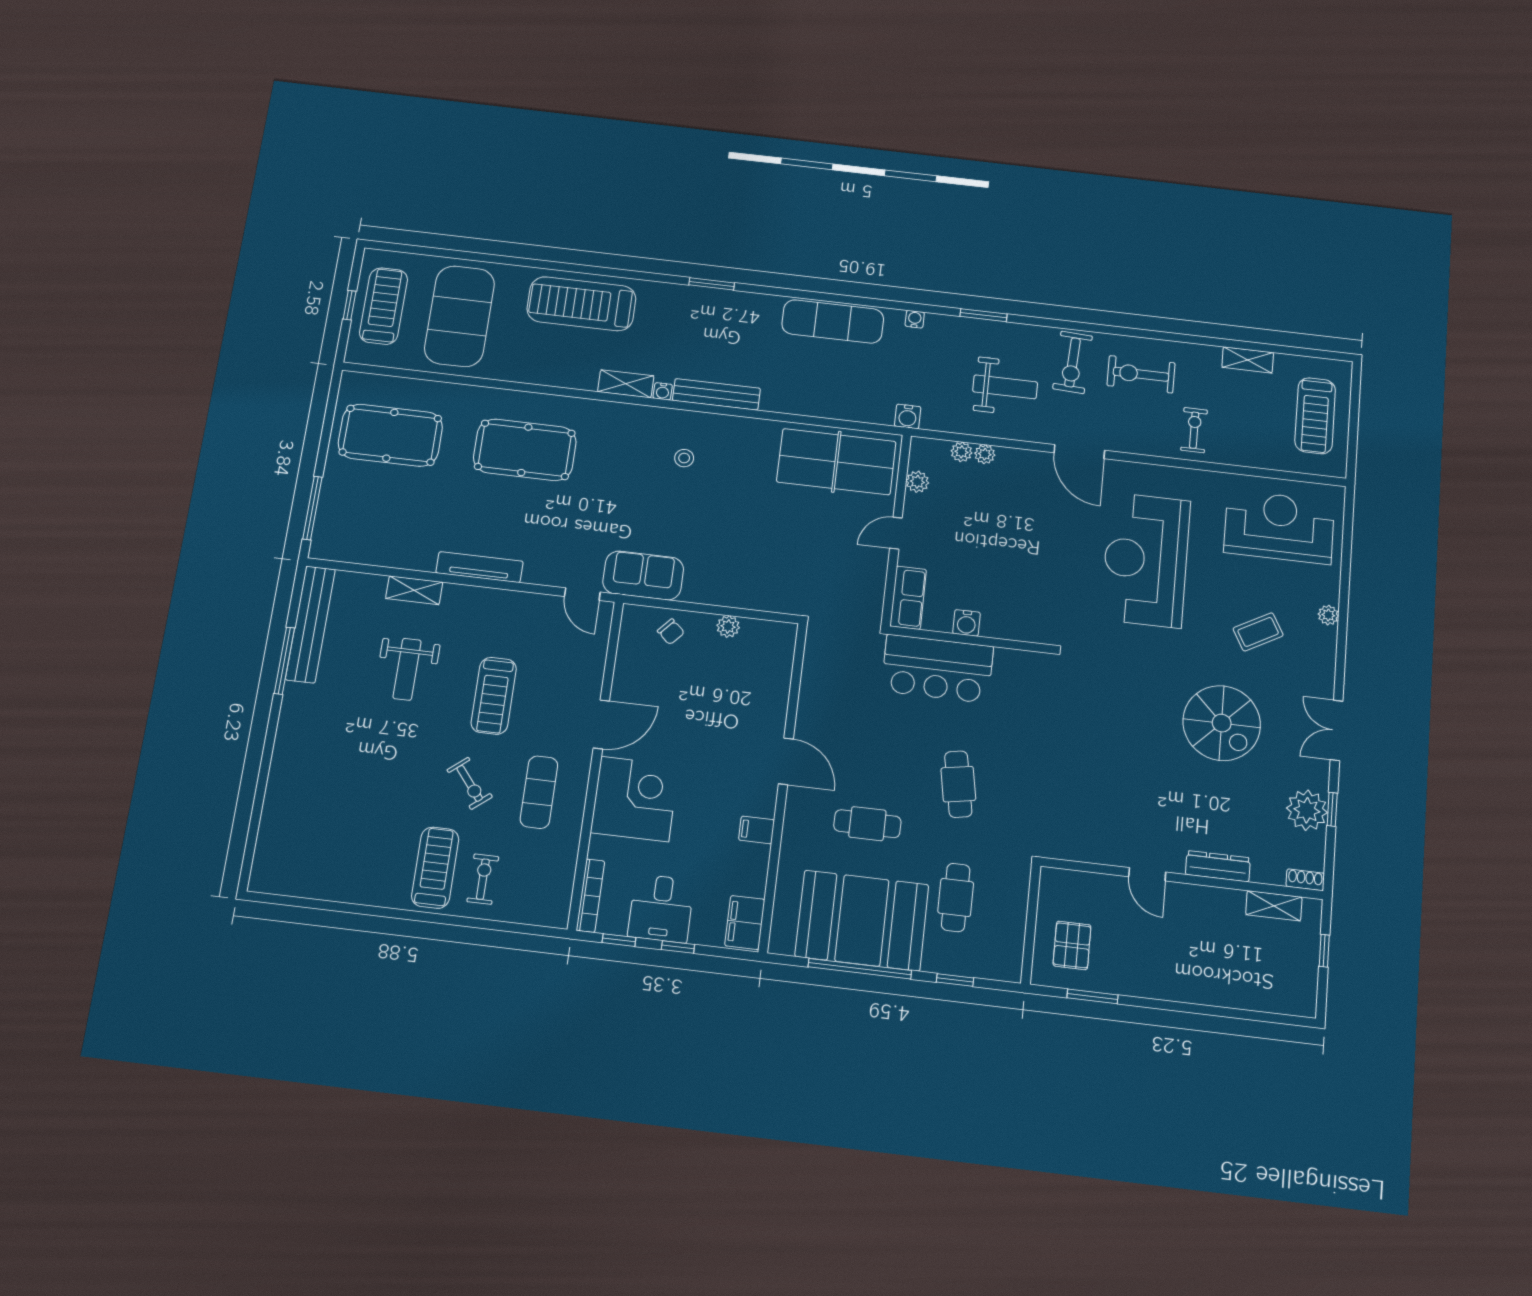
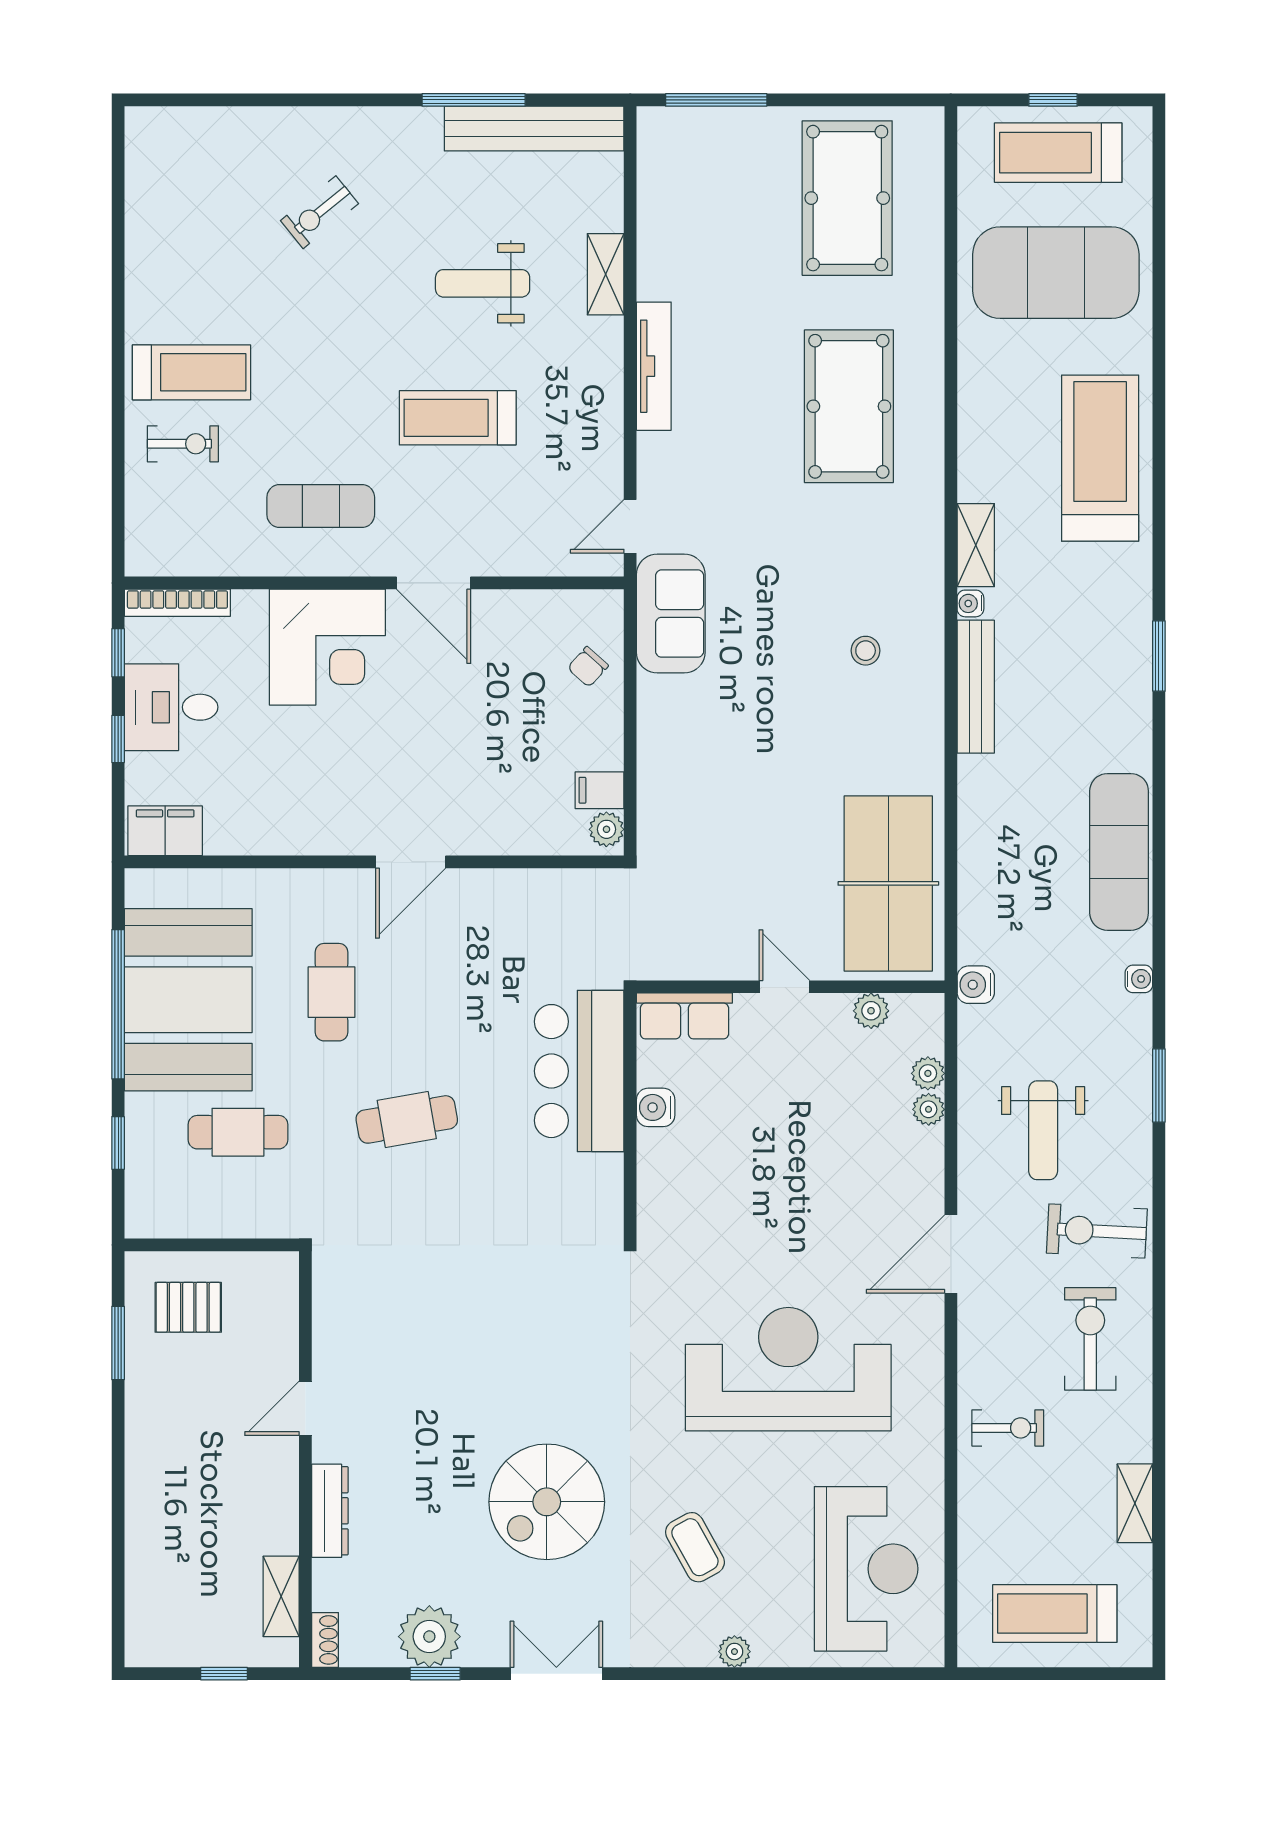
treadmill: (384, 306) -> (1058, 153), turned 180
plant: (728, 627) -> (606, 829), moved
exercise bike: (470, 783) -> (319, 212), moved
filing cabinet: (757, 830) -> (600, 790), moved, turned -90

